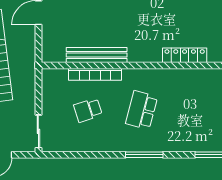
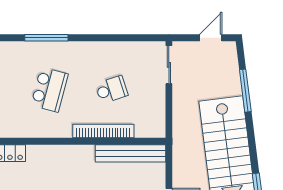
bench: (97, 55) -> (130, 153), moved

